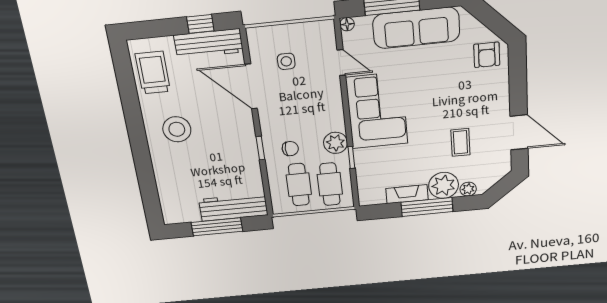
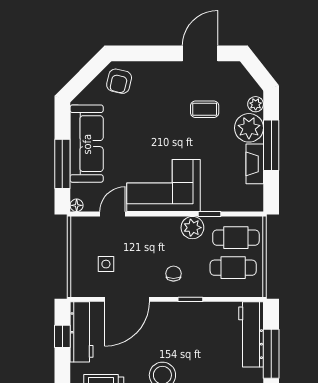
armchair: (487, 55) -> (119, 81), turned 103
chair: (290, 149) -> (173, 274), moved

